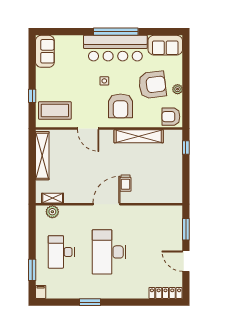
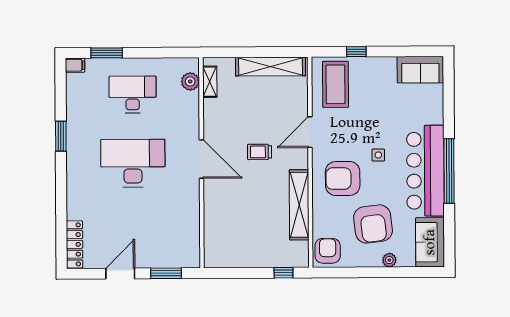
plant: (178, 89) -> (389, 260), moved
trolley: (125, 183) -> (260, 152), moved

